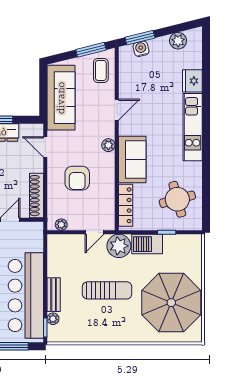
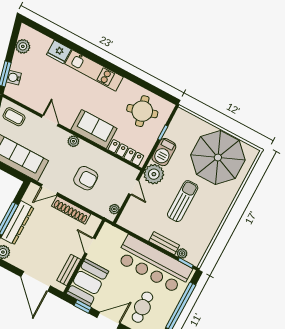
shoe rack: (36, 196) -> (71, 210), moved

